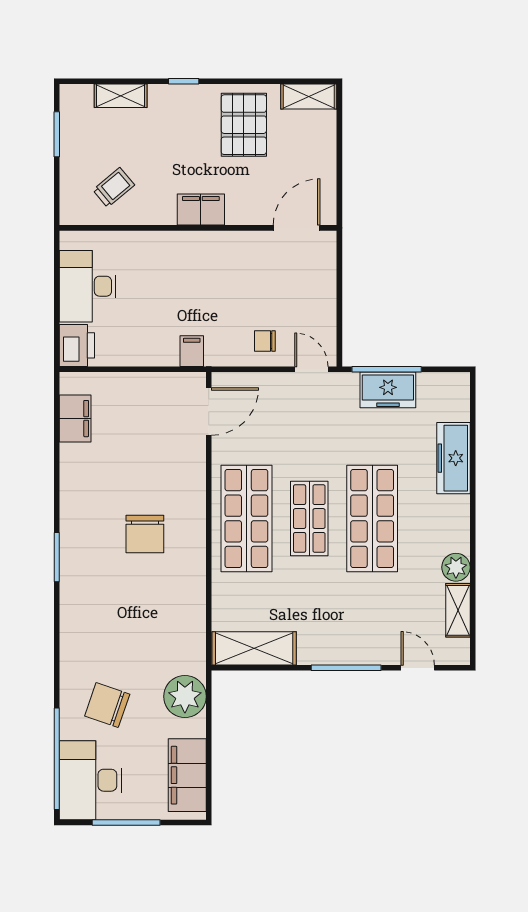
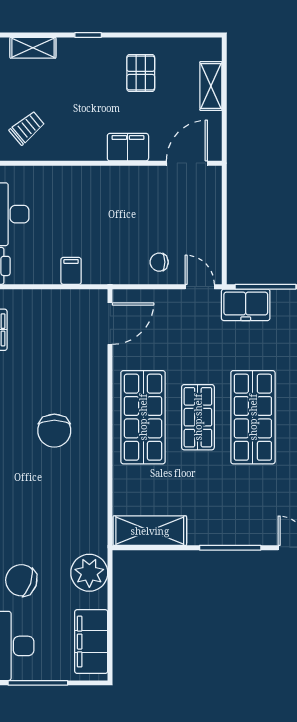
shelving: (309, 96) -> (211, 86), moved, turned 90
pallet: (244, 125) -> (141, 73), width x0.67, depth x0.71
filing cabinet: (201, 210) -> (128, 147), moved
filing cabinet: (192, 351) -> (71, 271), moved
freezer: (388, 390) -> (246, 305), moved

